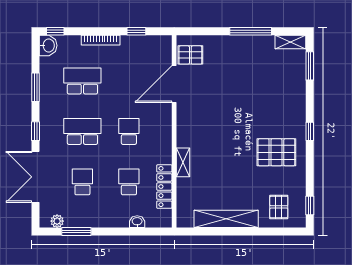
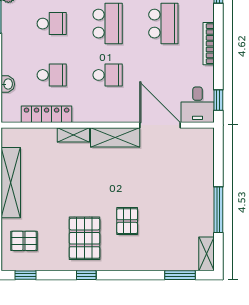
window: (136, 31) -> (218, 100), moved
desk: (156, 50) -> (198, 105), added
pallet: (190, 55) -> (127, 221), moved
shelving: (185, 125) -> (115, 137), added
window: (310, 131) -> (86, 275), moved

